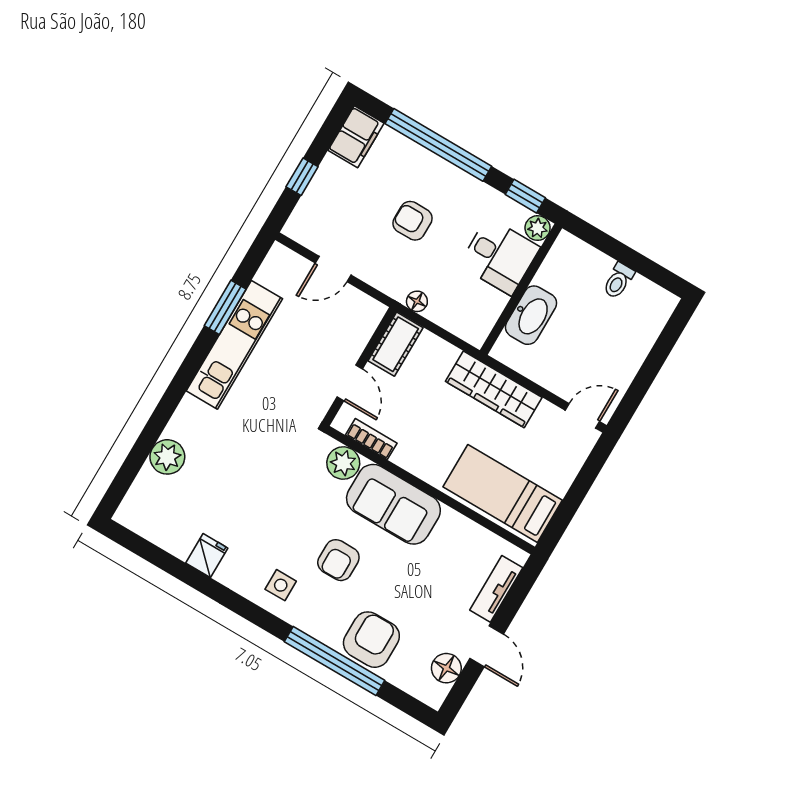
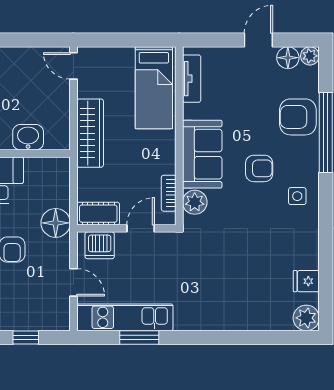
floor lamp: (417, 301) -> (56, 223), width x1.89, depth x1.89
washbasin: (531, 315) -> (28, 137), width x0.72
dishwasher: (358, 324) -> (100, 245), added
kitchen unit: (234, 345) -> (125, 317), moved
plant: (167, 457) -> (306, 318), moved
fridge: (207, 556) -> (306, 281), moved
tv unit: (496, 589) -> (192, 79), moved, turned -90
plant: (434, 695) -> (310, 56), added

